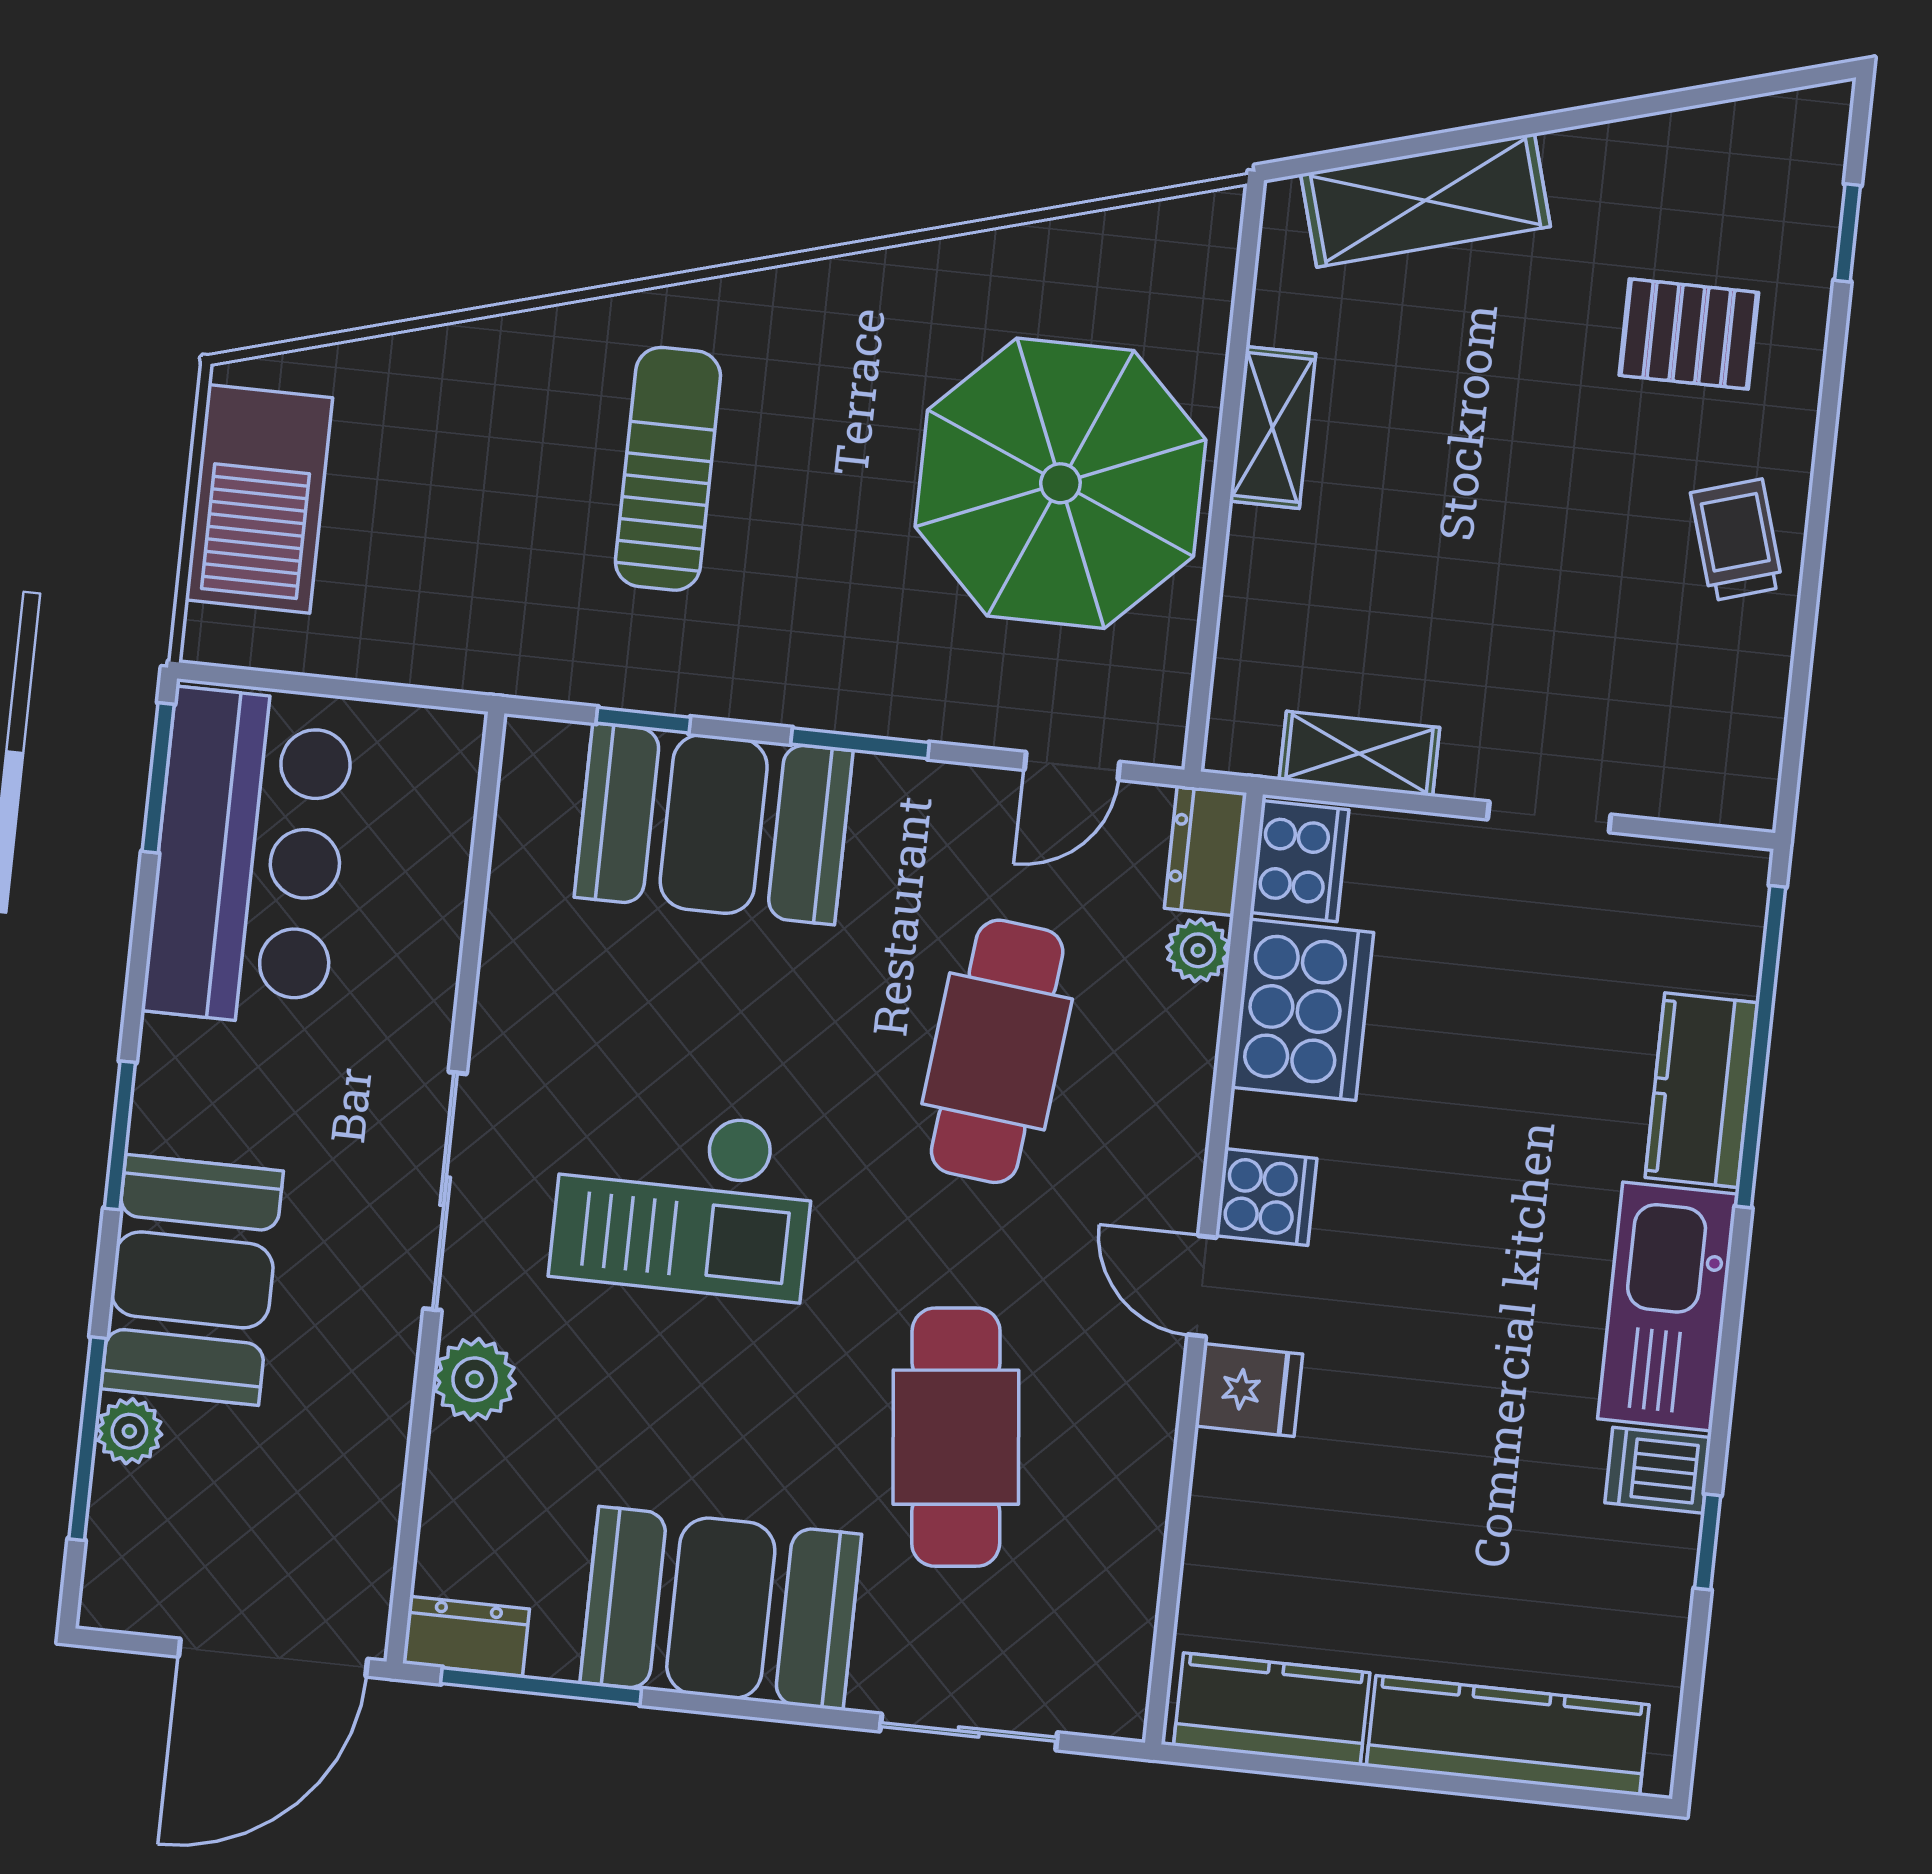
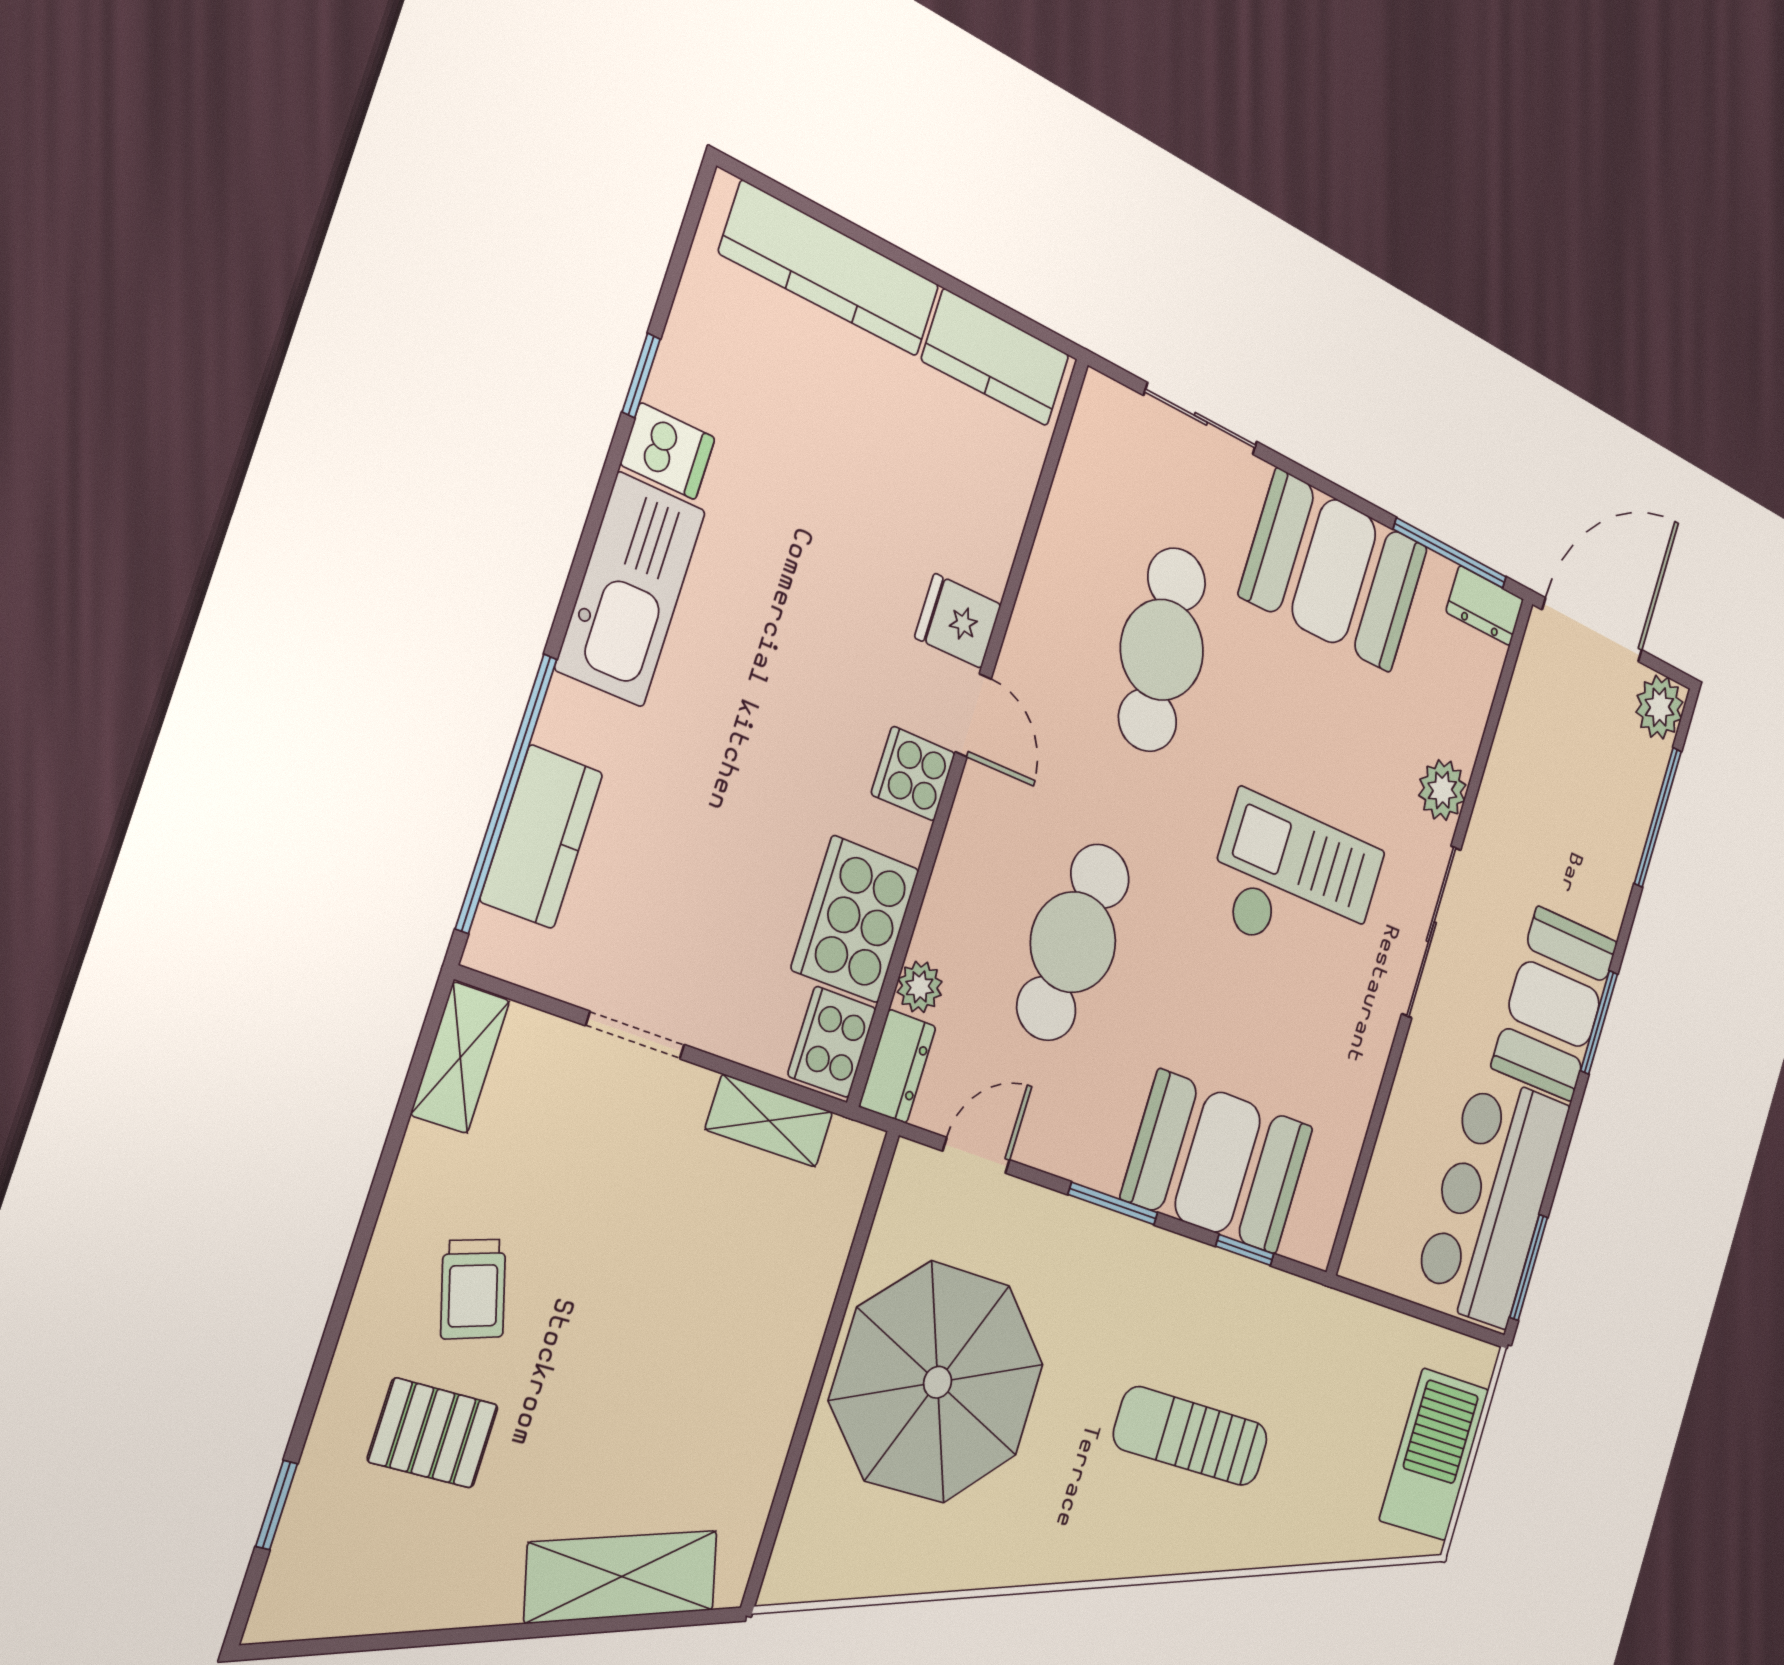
shelving: (1273, 427) -> (460, 1058), moved
sun lounger: (668, 469) -> (1191, 1436), turned 90
trolley: (1737, 540) -> (473, 1289), moved
kitchen counter: (1701, 1090) -> (541, 837), moved
booth: (192, 1280) -> (1554, 1004), moved
plant: (129, 1431) -> (1659, 707), moved, width x1.38, depth x1.38

